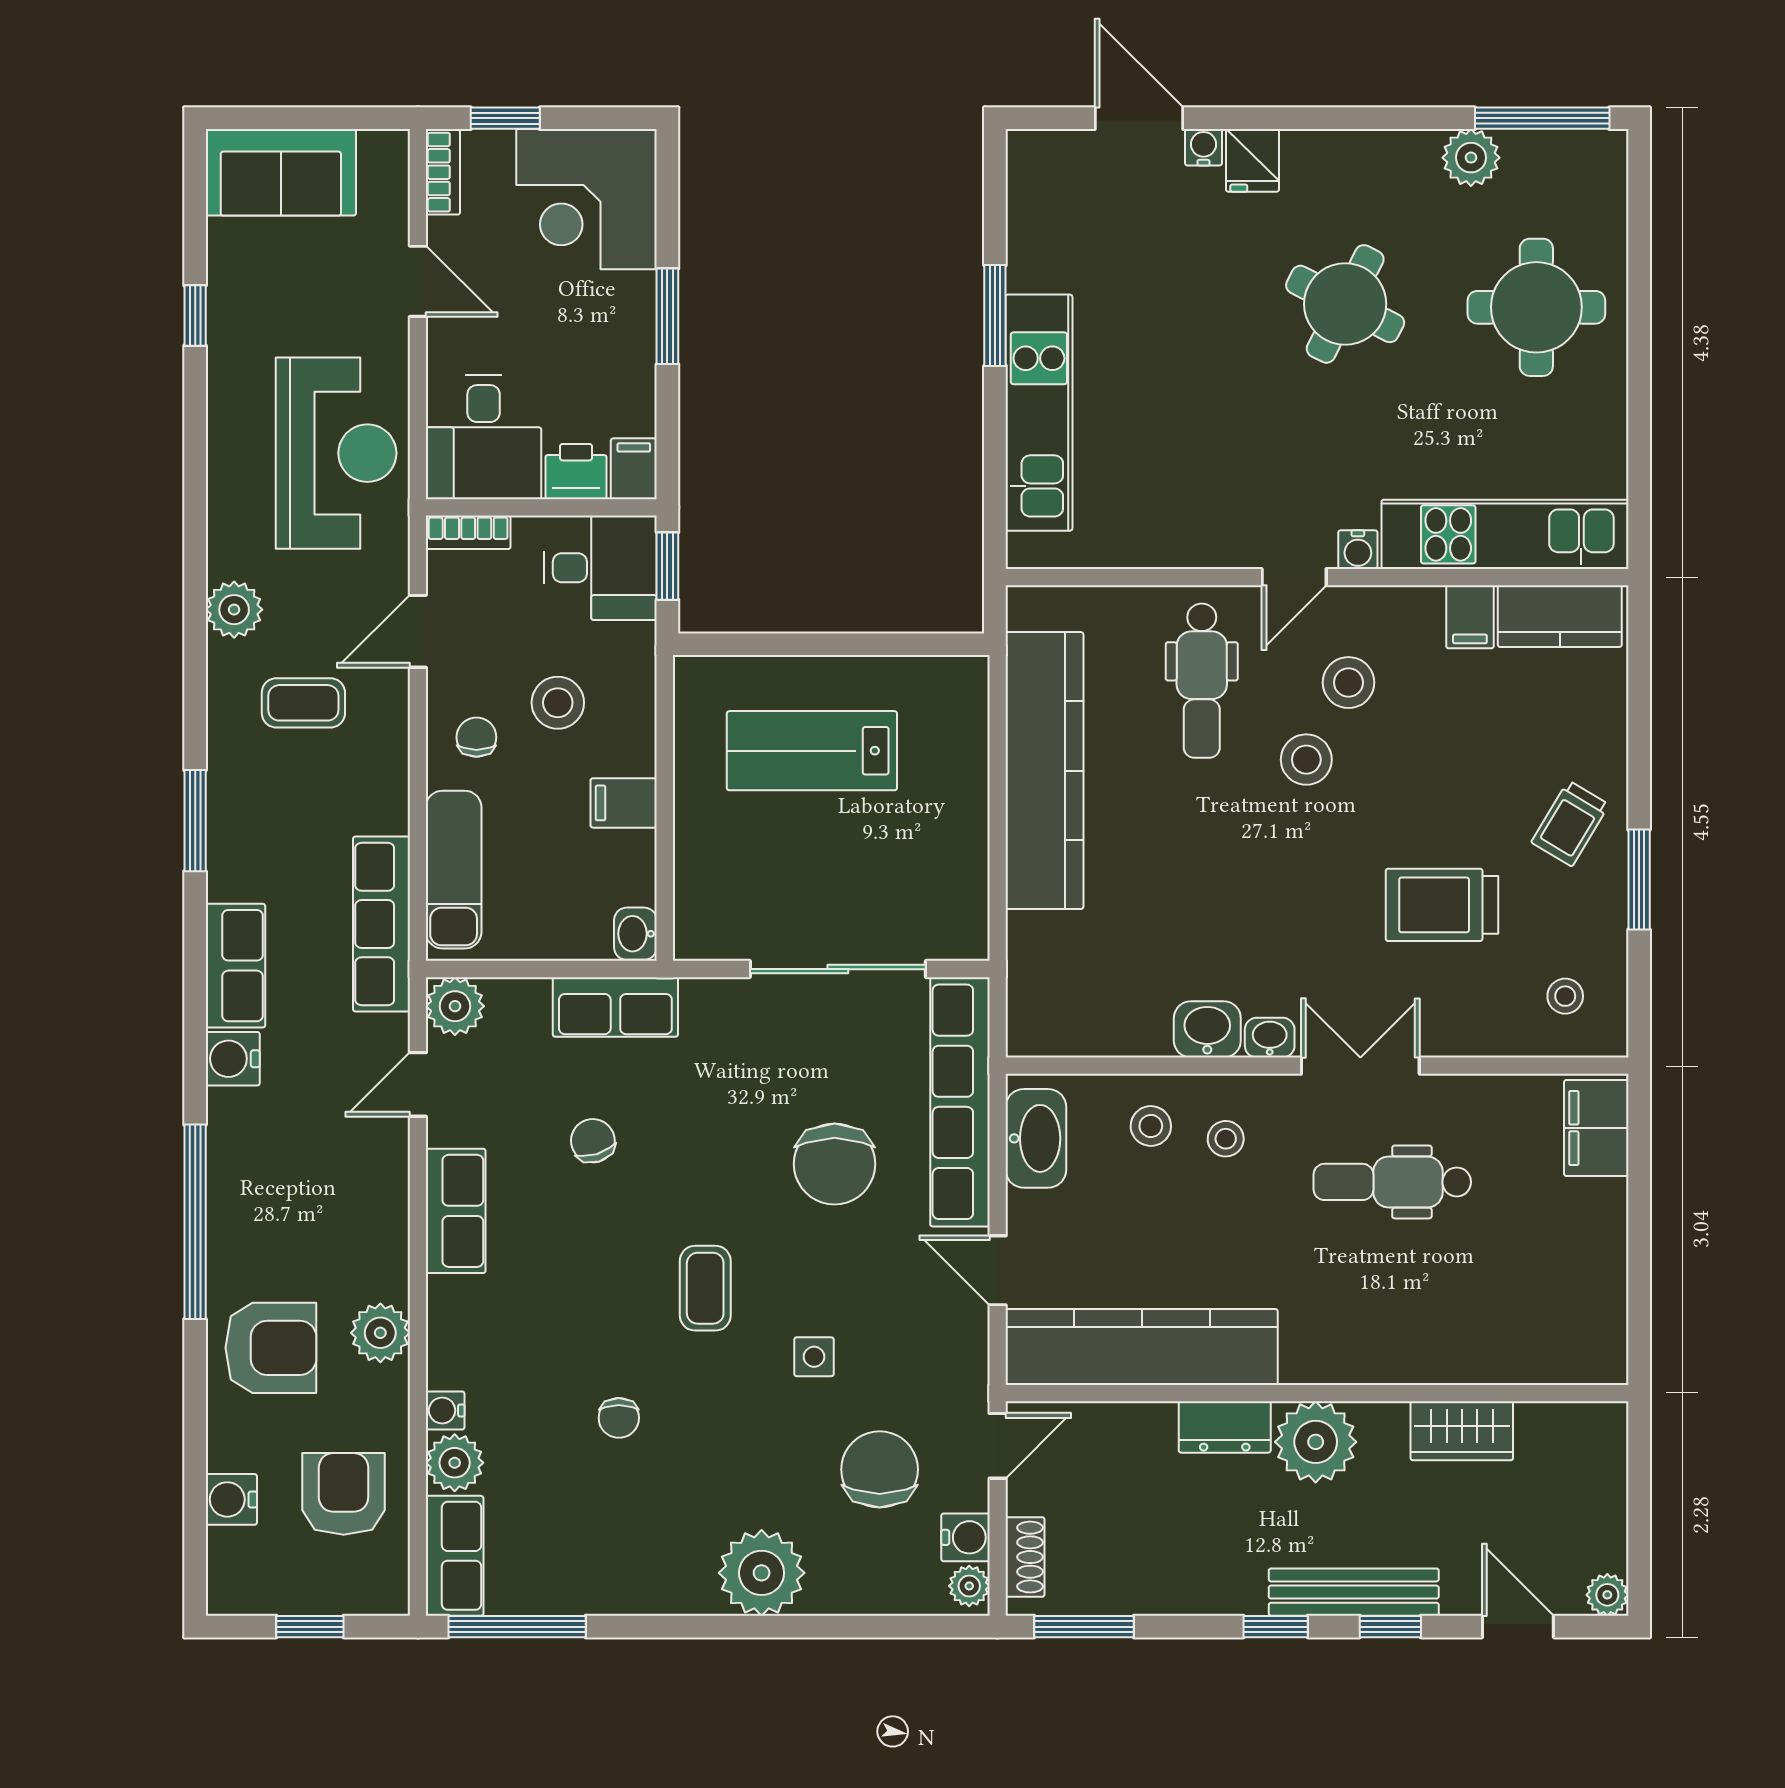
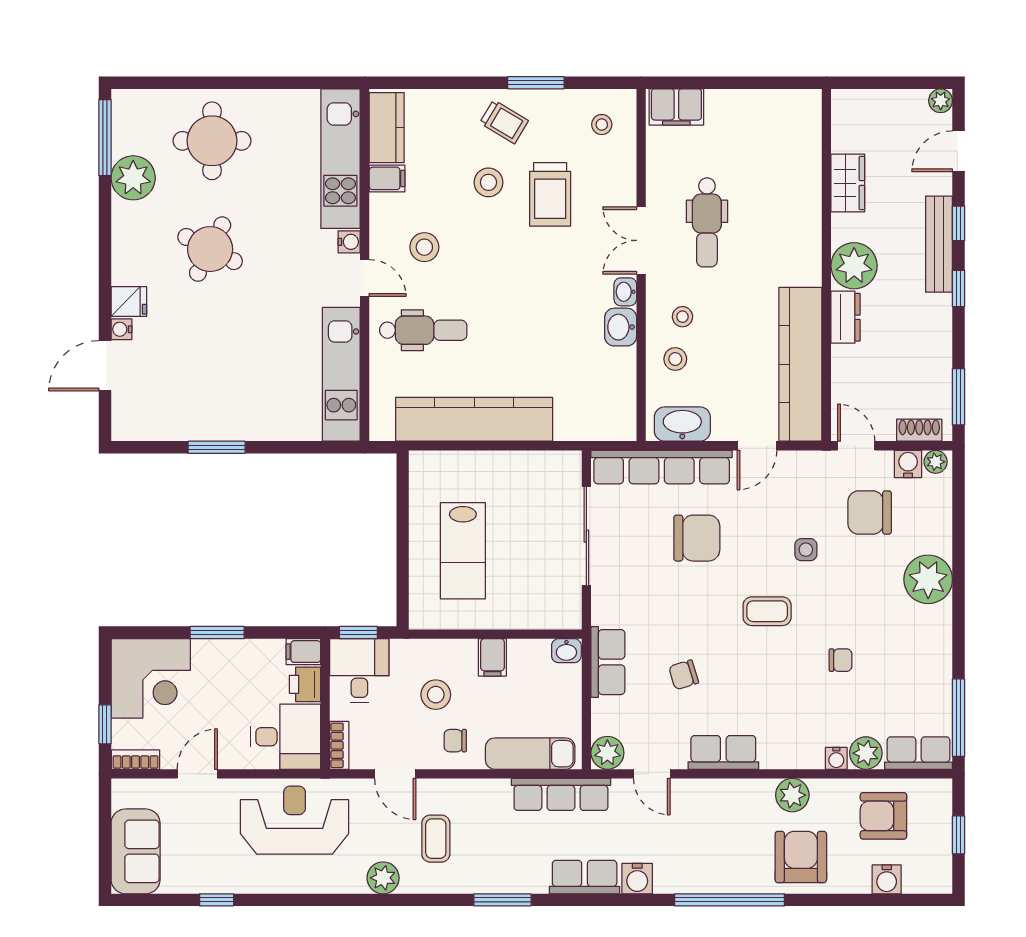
plant: (1471, 158) -> (133, 178), width x1.36, depth x1.36
kitchen unit: (1039, 413) -> (341, 374), moved, turned -90
stool: (1306, 760) -> (488, 182), moved

